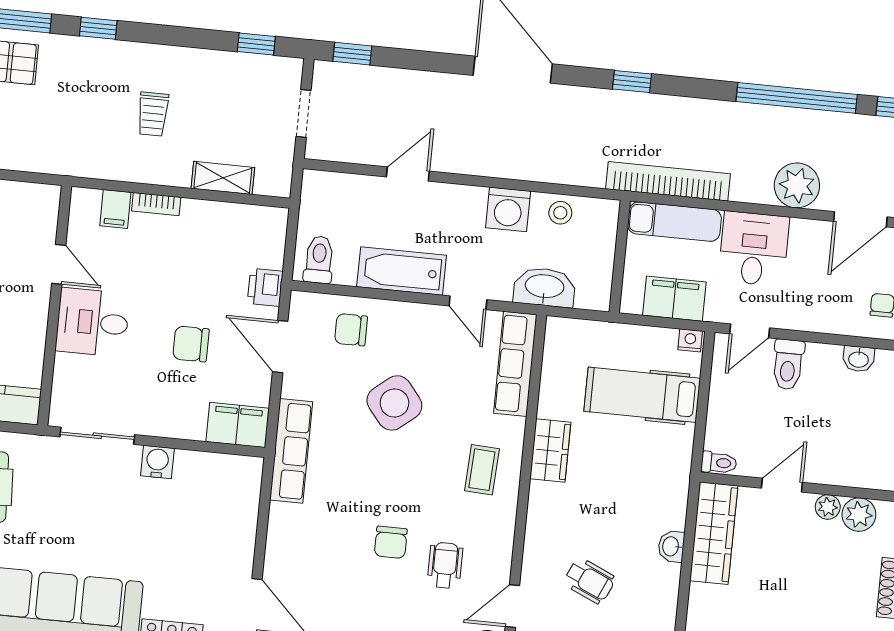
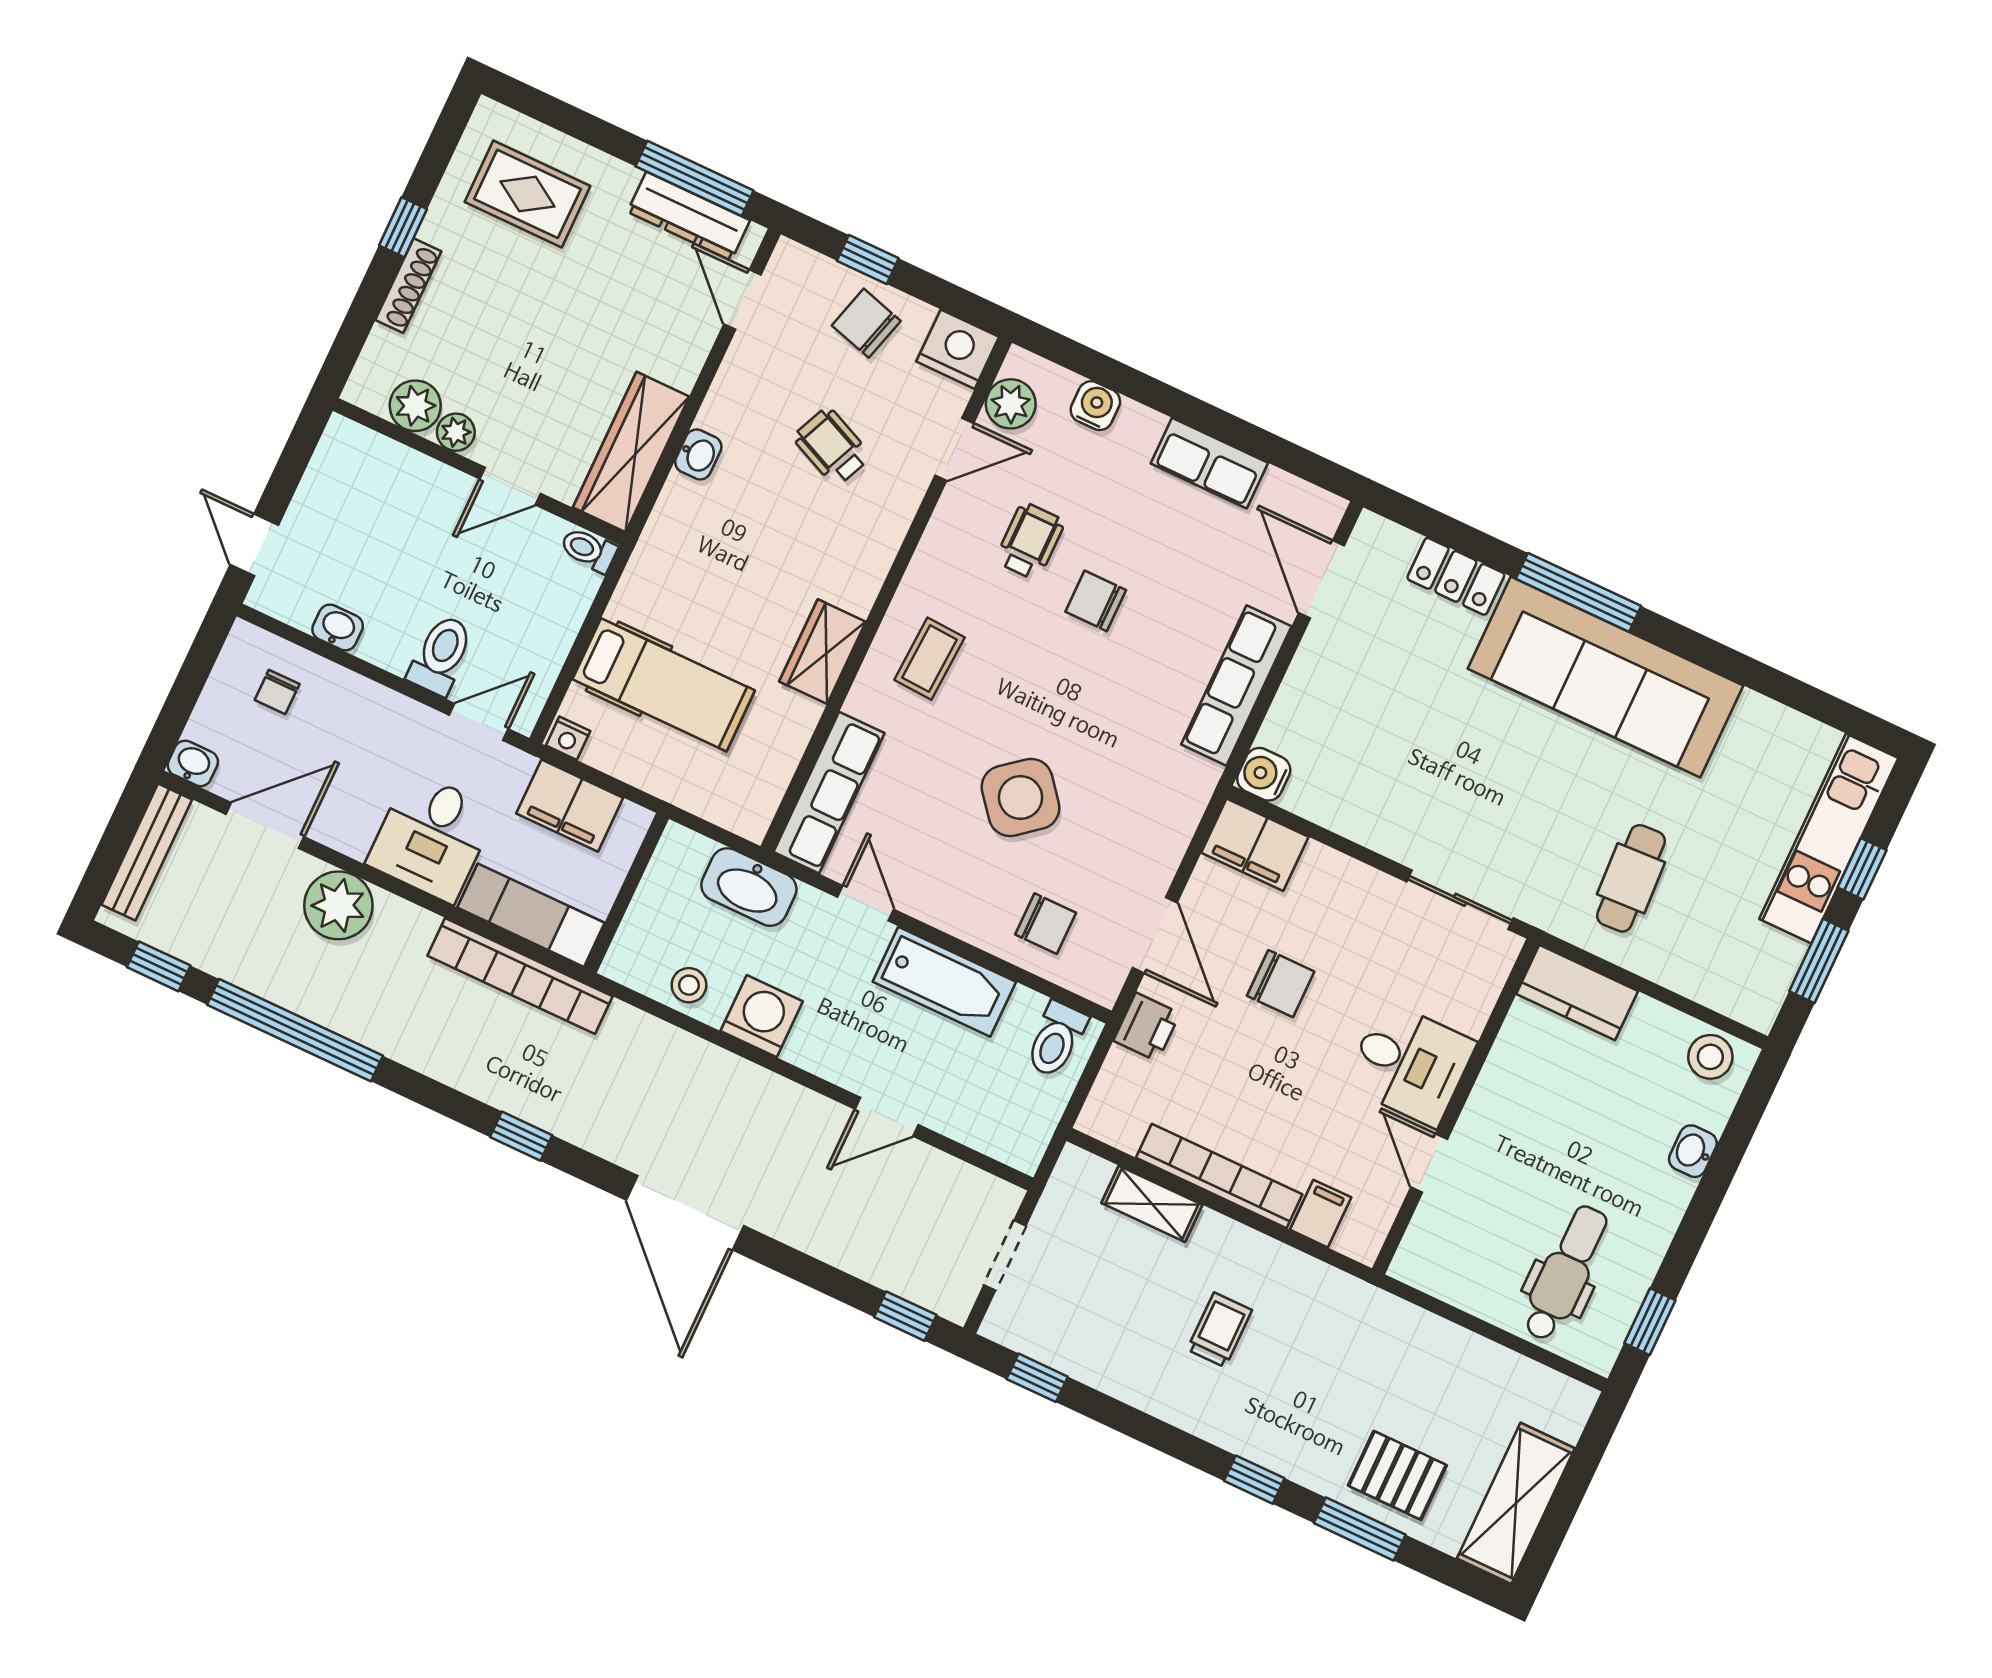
bookcase: (156, 204) -> (1219, 1176), width x2.31, depth x1.31
row of seats: (291, 451) -> (1236, 685), moved
water cooler: (157, 462) -> (1264, 774), moved, turned 90
chair: (391, 542) -> (1096, 601), turned -90
wheelchair: (445, 565) -> (1030, 541), turned 180

